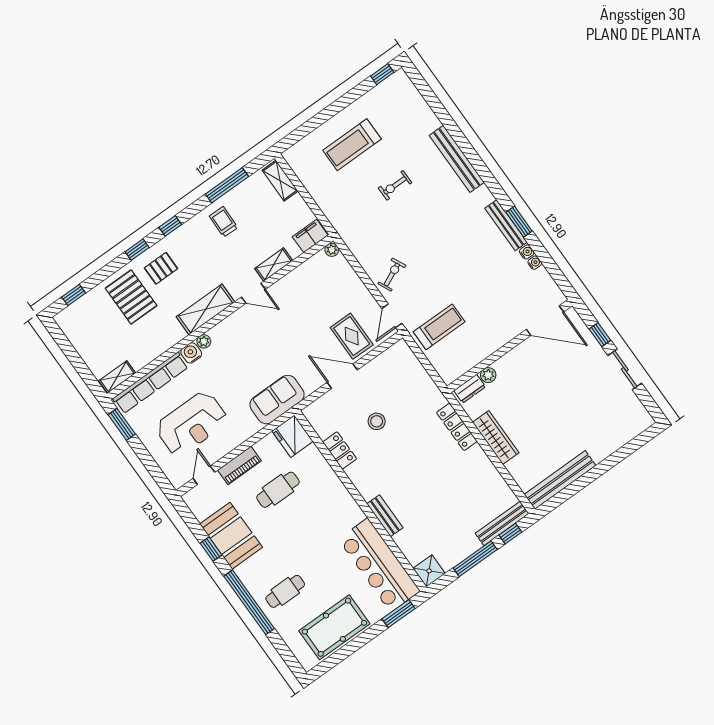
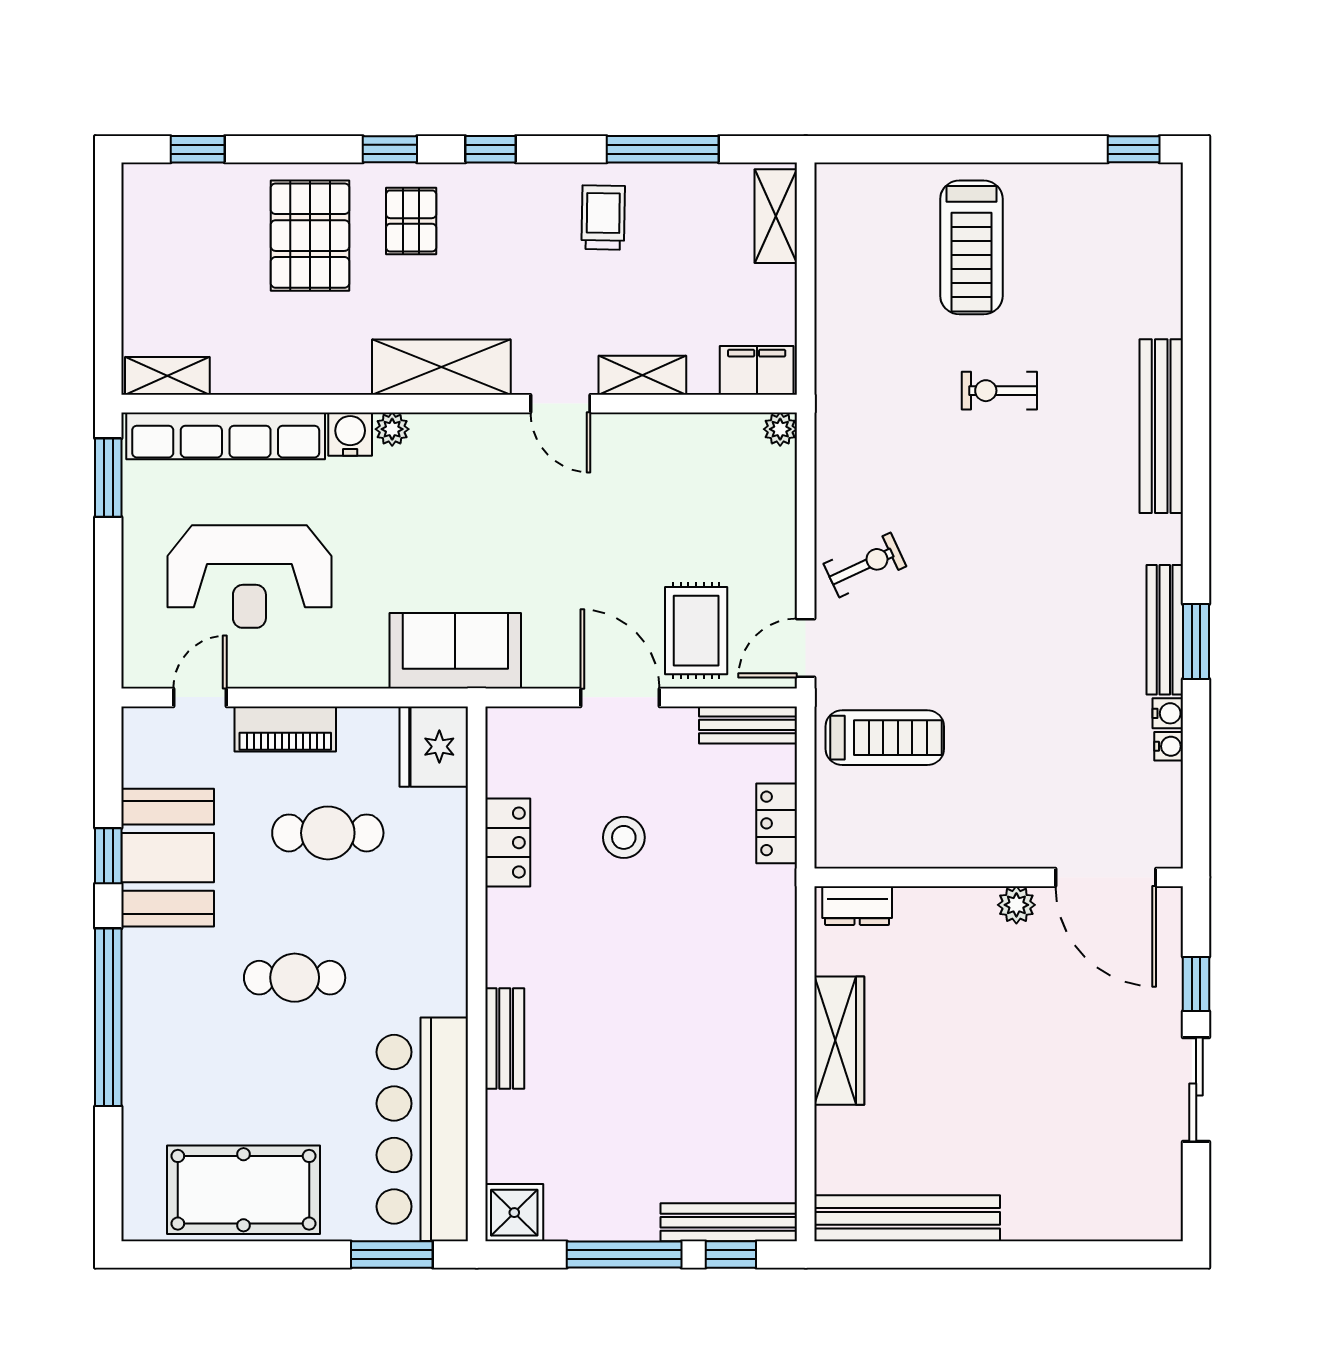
treadmill: (352, 145) -> (971, 247), turned -90
pallet: (161, 268) -> (411, 221), turned 90
bench: (391, 355) -> (748, 725), added
plant: (488, 375) -> (1016, 905), moved
locker: (457, 427) -> (777, 823), moved, width x0.66
cafe table: (285, 591) -> (295, 978), moved

